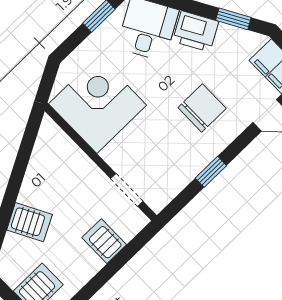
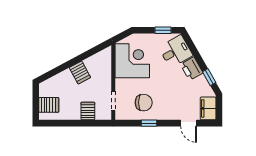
chair: (202, 108) -> (144, 103), moved
server rack: (29, 222) -> (80, 73), moved

